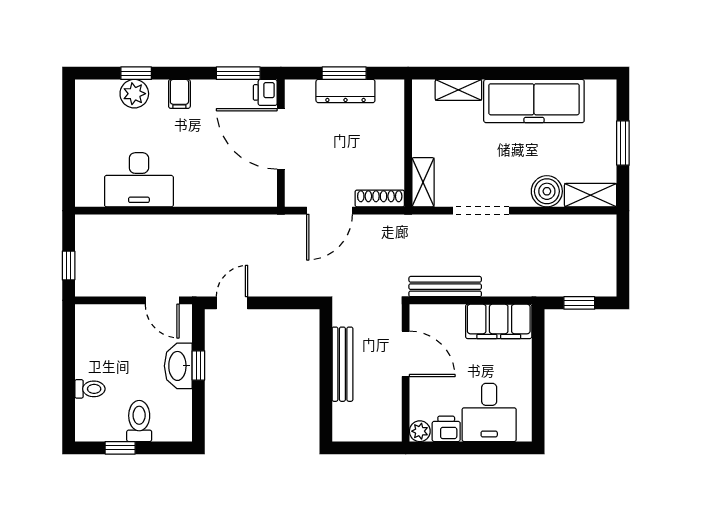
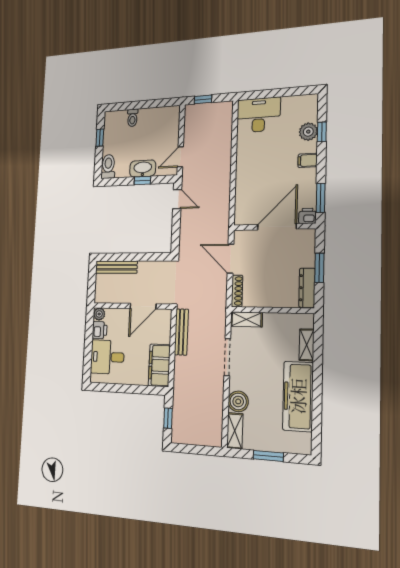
dresser: (345, 91) -> (307, 288), moved
desk: (139, 180) -> (259, 115), moved, turned 90
bench: (342, 364) -> (116, 267), moved
toilet: (139, 421) -> (108, 166), moved, turned -90

